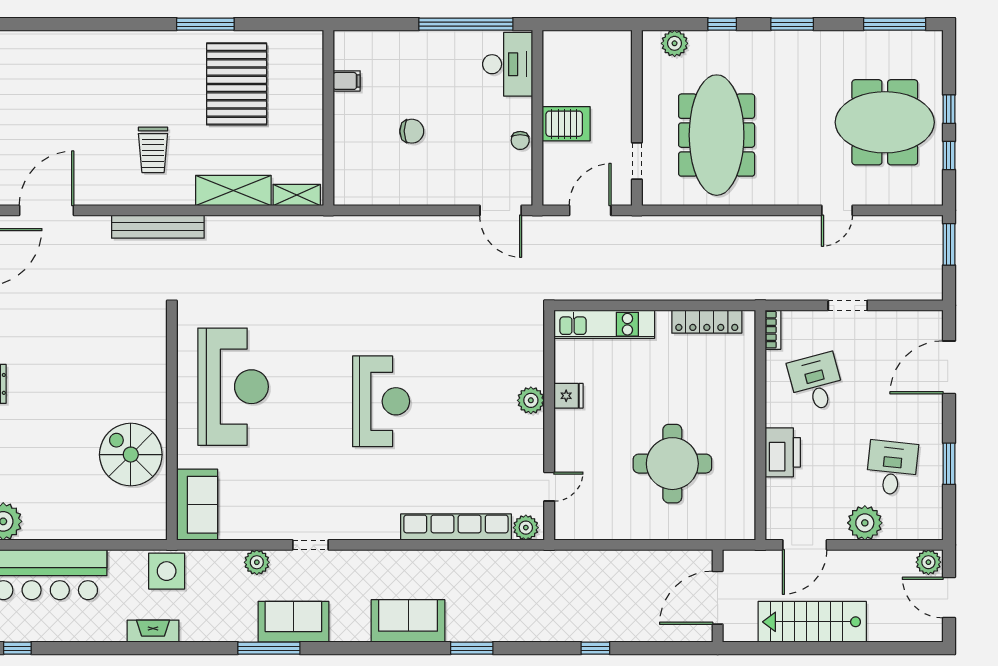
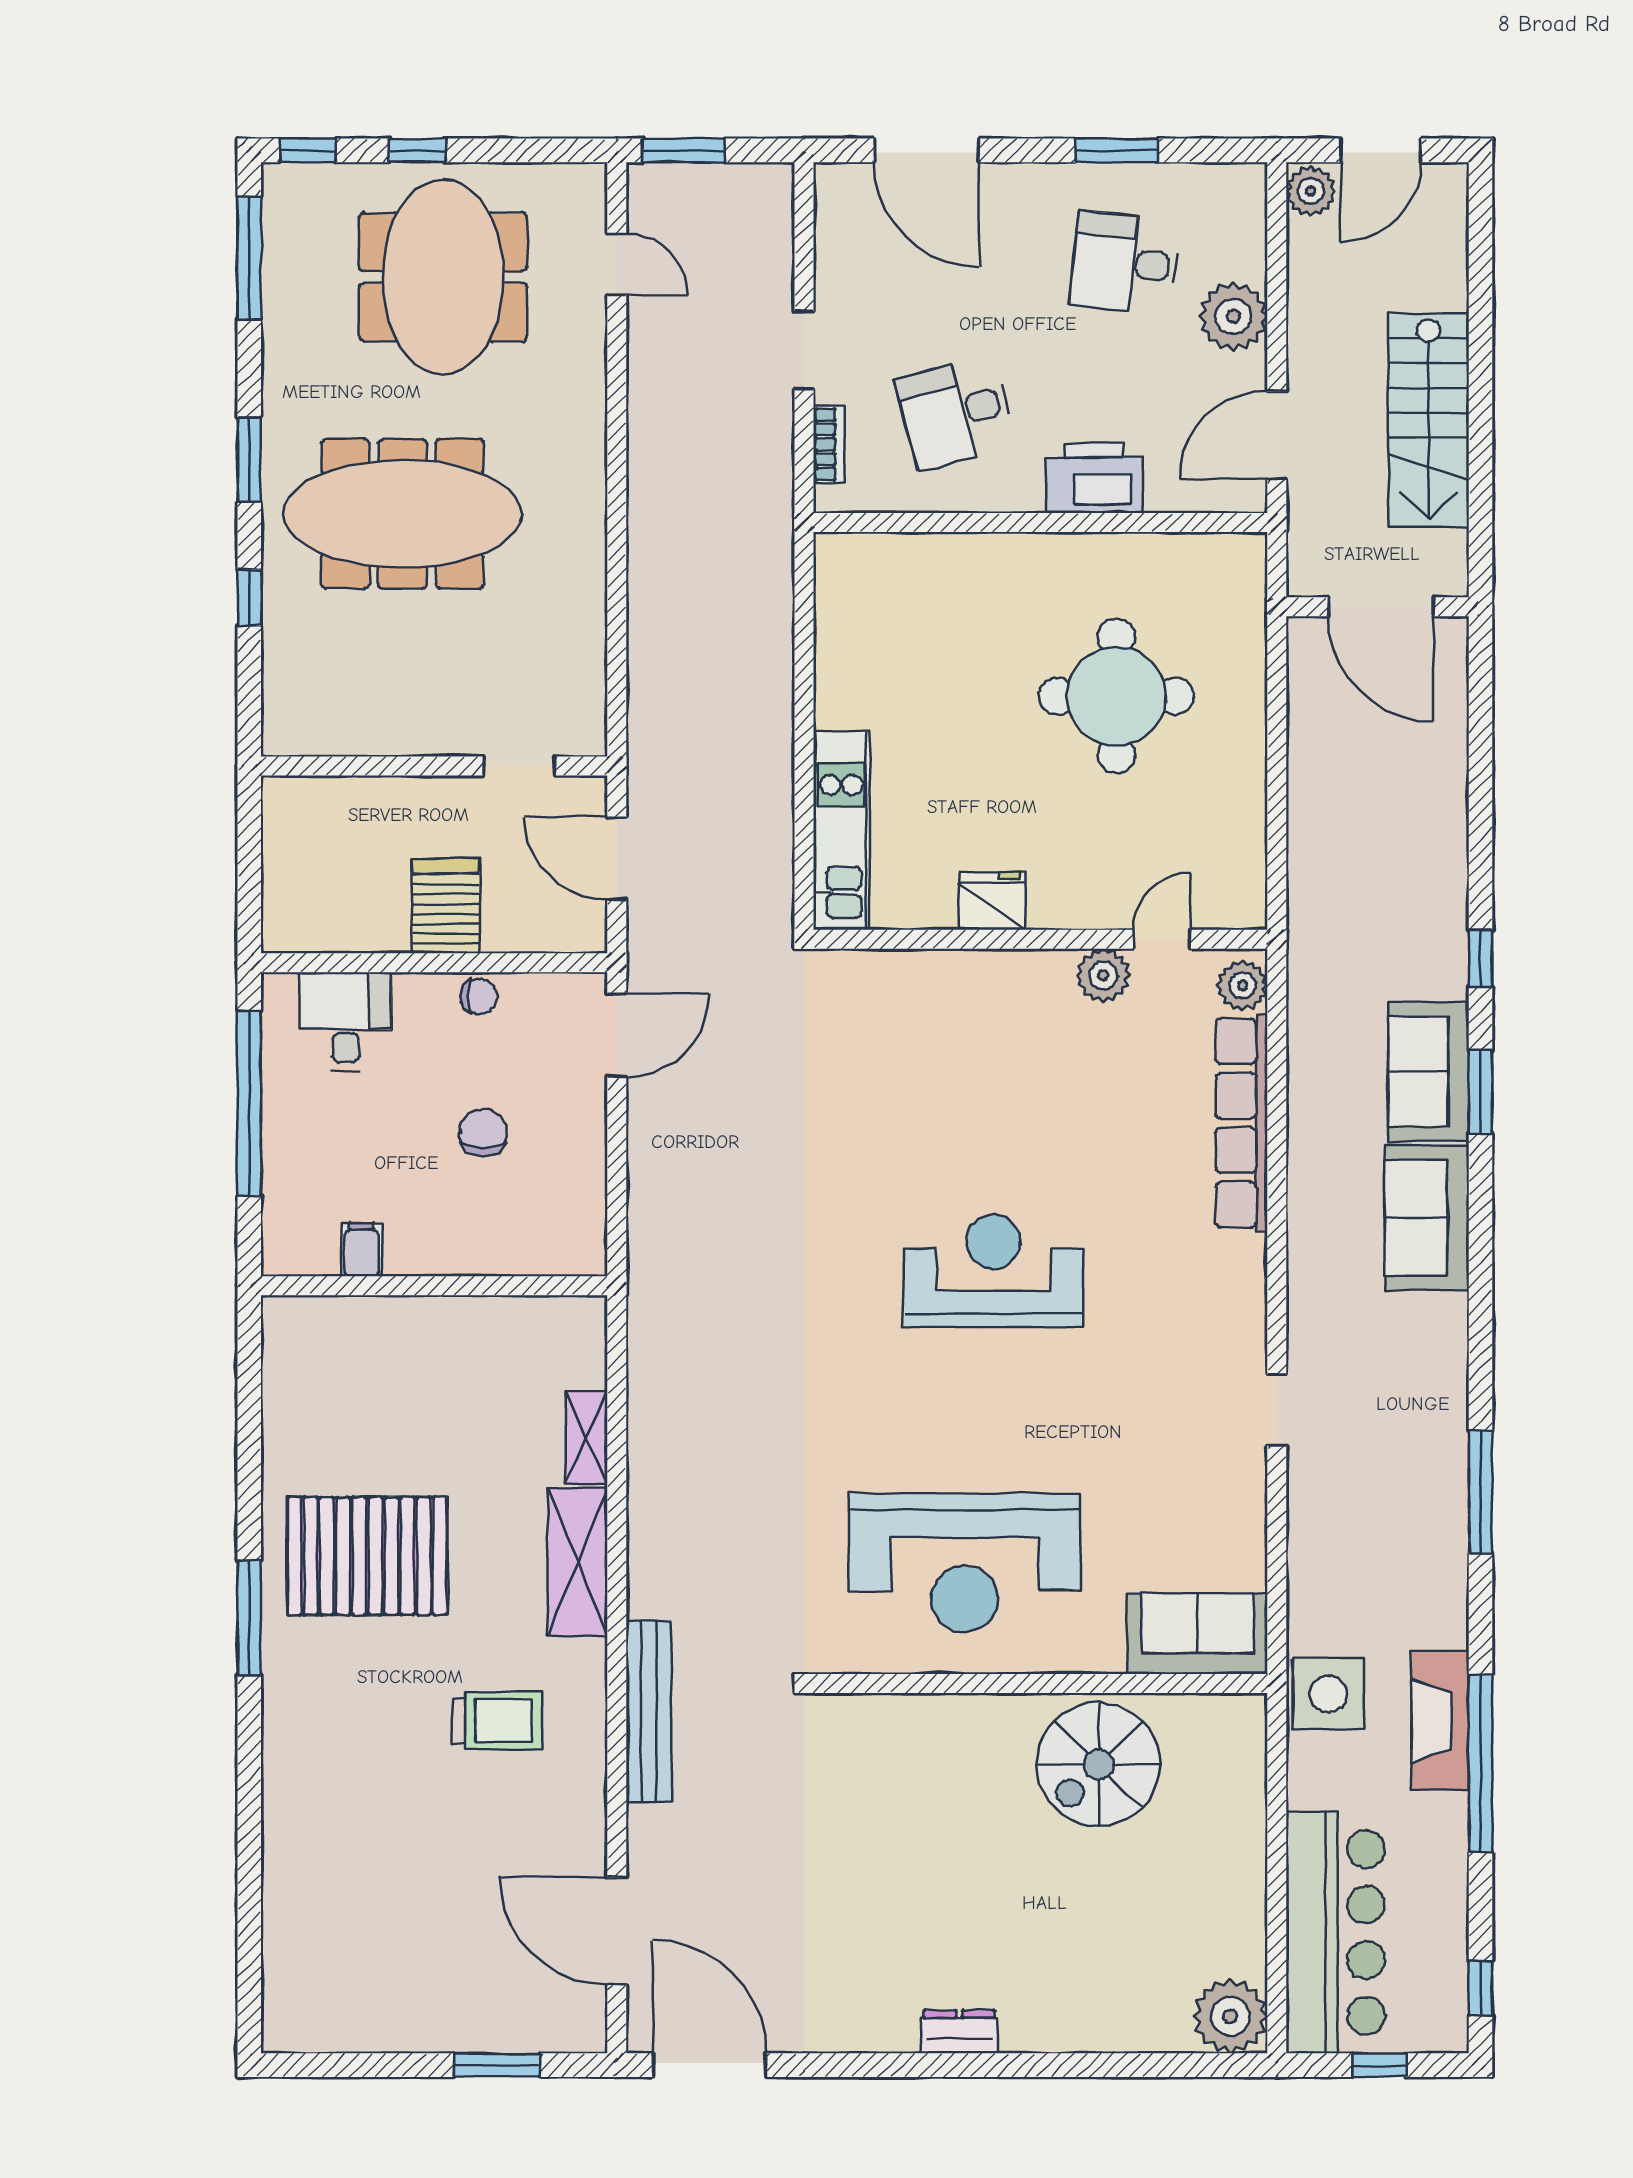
plant: (675, 43) -> (287, 692), removed
desk: (508, 64) -> (345, 1021), width x0.73
filing cabinet: (347, 81) -> (361, 1250), moved
wall: (328, 118) -> (434, 1286), moved
chair: (412, 131) -> (483, 1133), moved
meeting table: (717, 135) -> (403, 514), moved
window: (949, 156) -> (308, 150), moved
door: (837, 210) -> (617, 264), moved
locker: (707, 322) -> (836, 628), removed
bookcase: (773, 330) -> (829, 444), moved, turned 90
reception desk: (233, 387) -> (965, 1563), turned 180
fridge: (568, 396) -> (992, 901), width x1.38
plant: (531, 400) -> (1103, 975), moved
door: (549, 487) -> (1162, 939), hinge flipped
door: (805, 545) -> (1277, 435), swing flipped
plant: (257, 562) -> (1311, 1516), removed
sofa: (293, 622) -> (1428, 1072), moved
fireplace: (153, 631) -> (1440, 1721), width x1.37, depth x1.32
window: (131, 648) -> (1480, 1763), added
window: (595, 648) -> (1480, 958), moved

